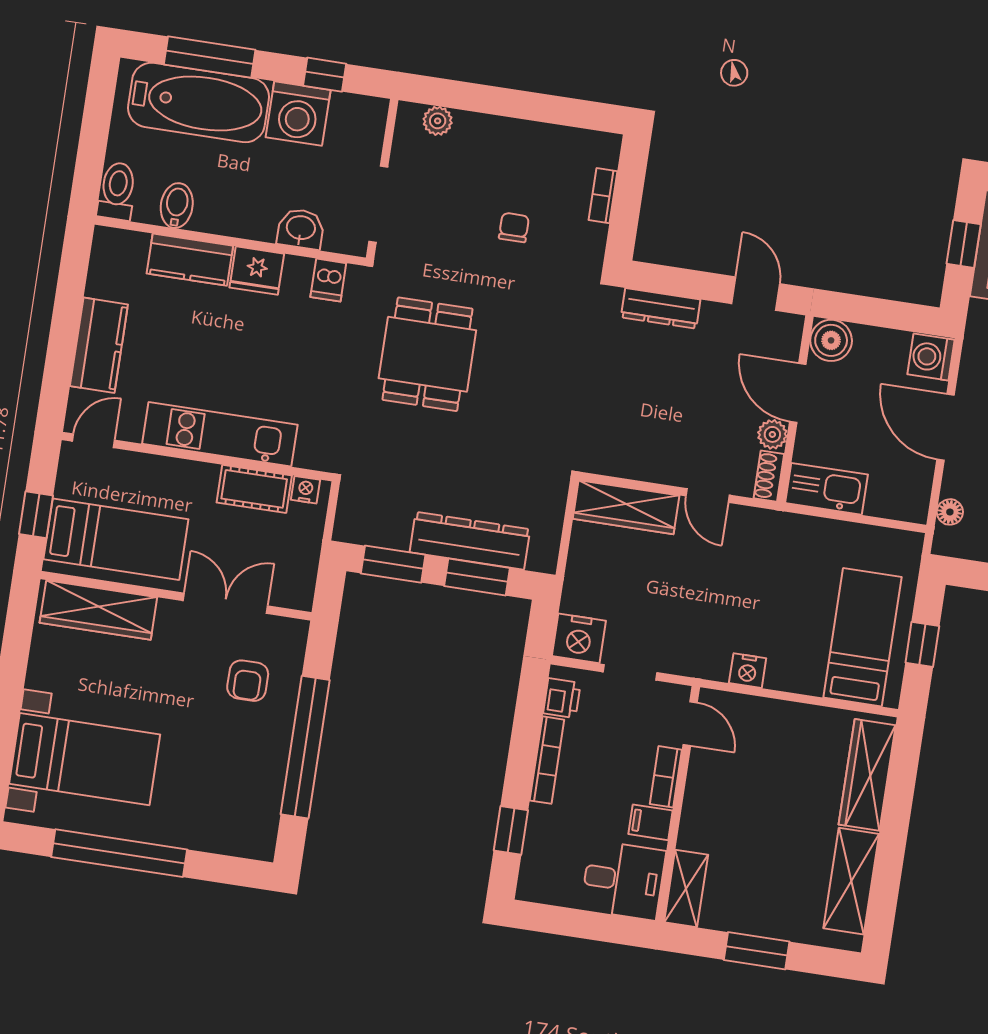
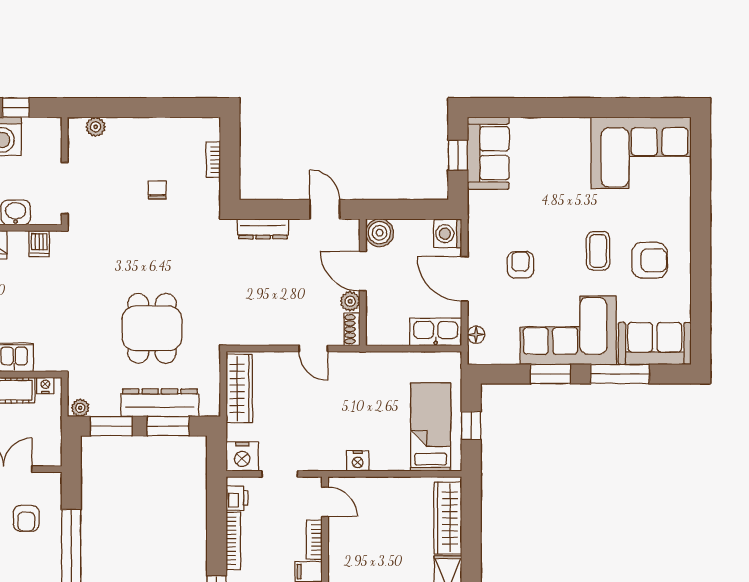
dining table: (427, 354) -> (152, 328), moved
kitchen sink: (827, 489) -> (436, 332), moved
wardrobe: (626, 507) -> (239, 388), moved, turned -90
plant: (352, 530) -> (80, 408), added

